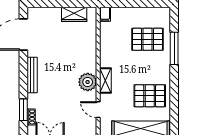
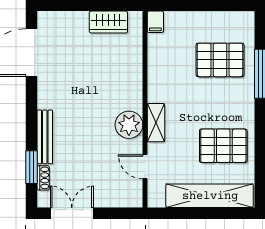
bench: (32, 75) -> (45, 137), moved

